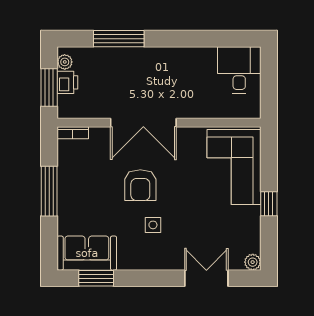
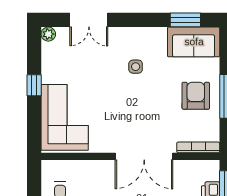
double door: (143, 123) -> (144, 156), swing flipped
bookcase: (73, 133) -> (198, 147), width x1.56
armchair: (140, 185) -> (196, 96), moved

